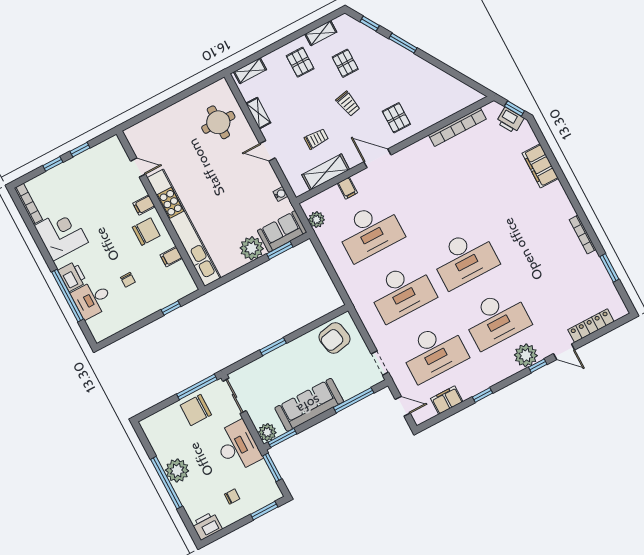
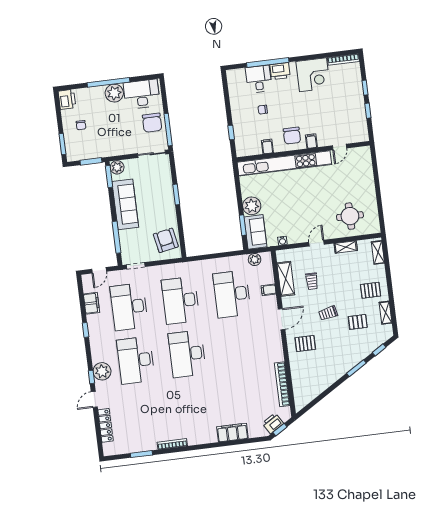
chair: (196, 410) -> (152, 123), turned 180
desk: (238, 446) -> (142, 94), moved, turned 180

